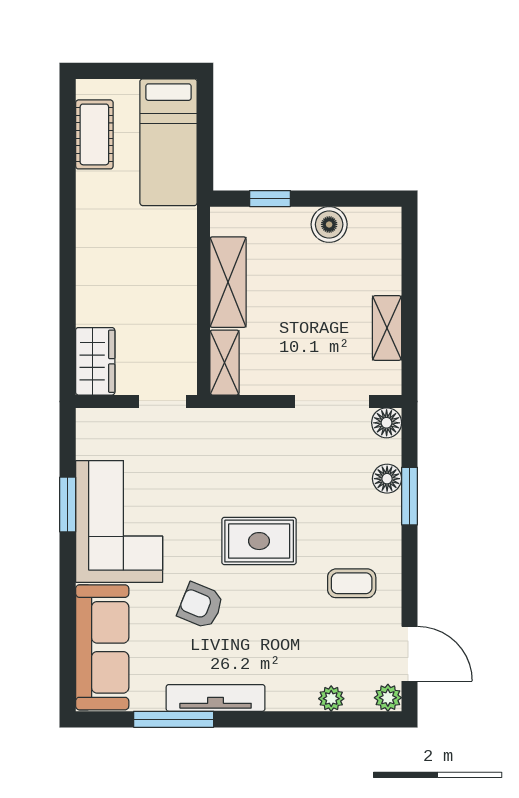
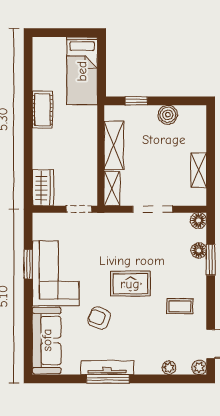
cot: (94, 134) -> (43, 110), moved
doorway: (332, 401) -> (153, 209), moved
window: (174, 719) -> (108, 379), moved

